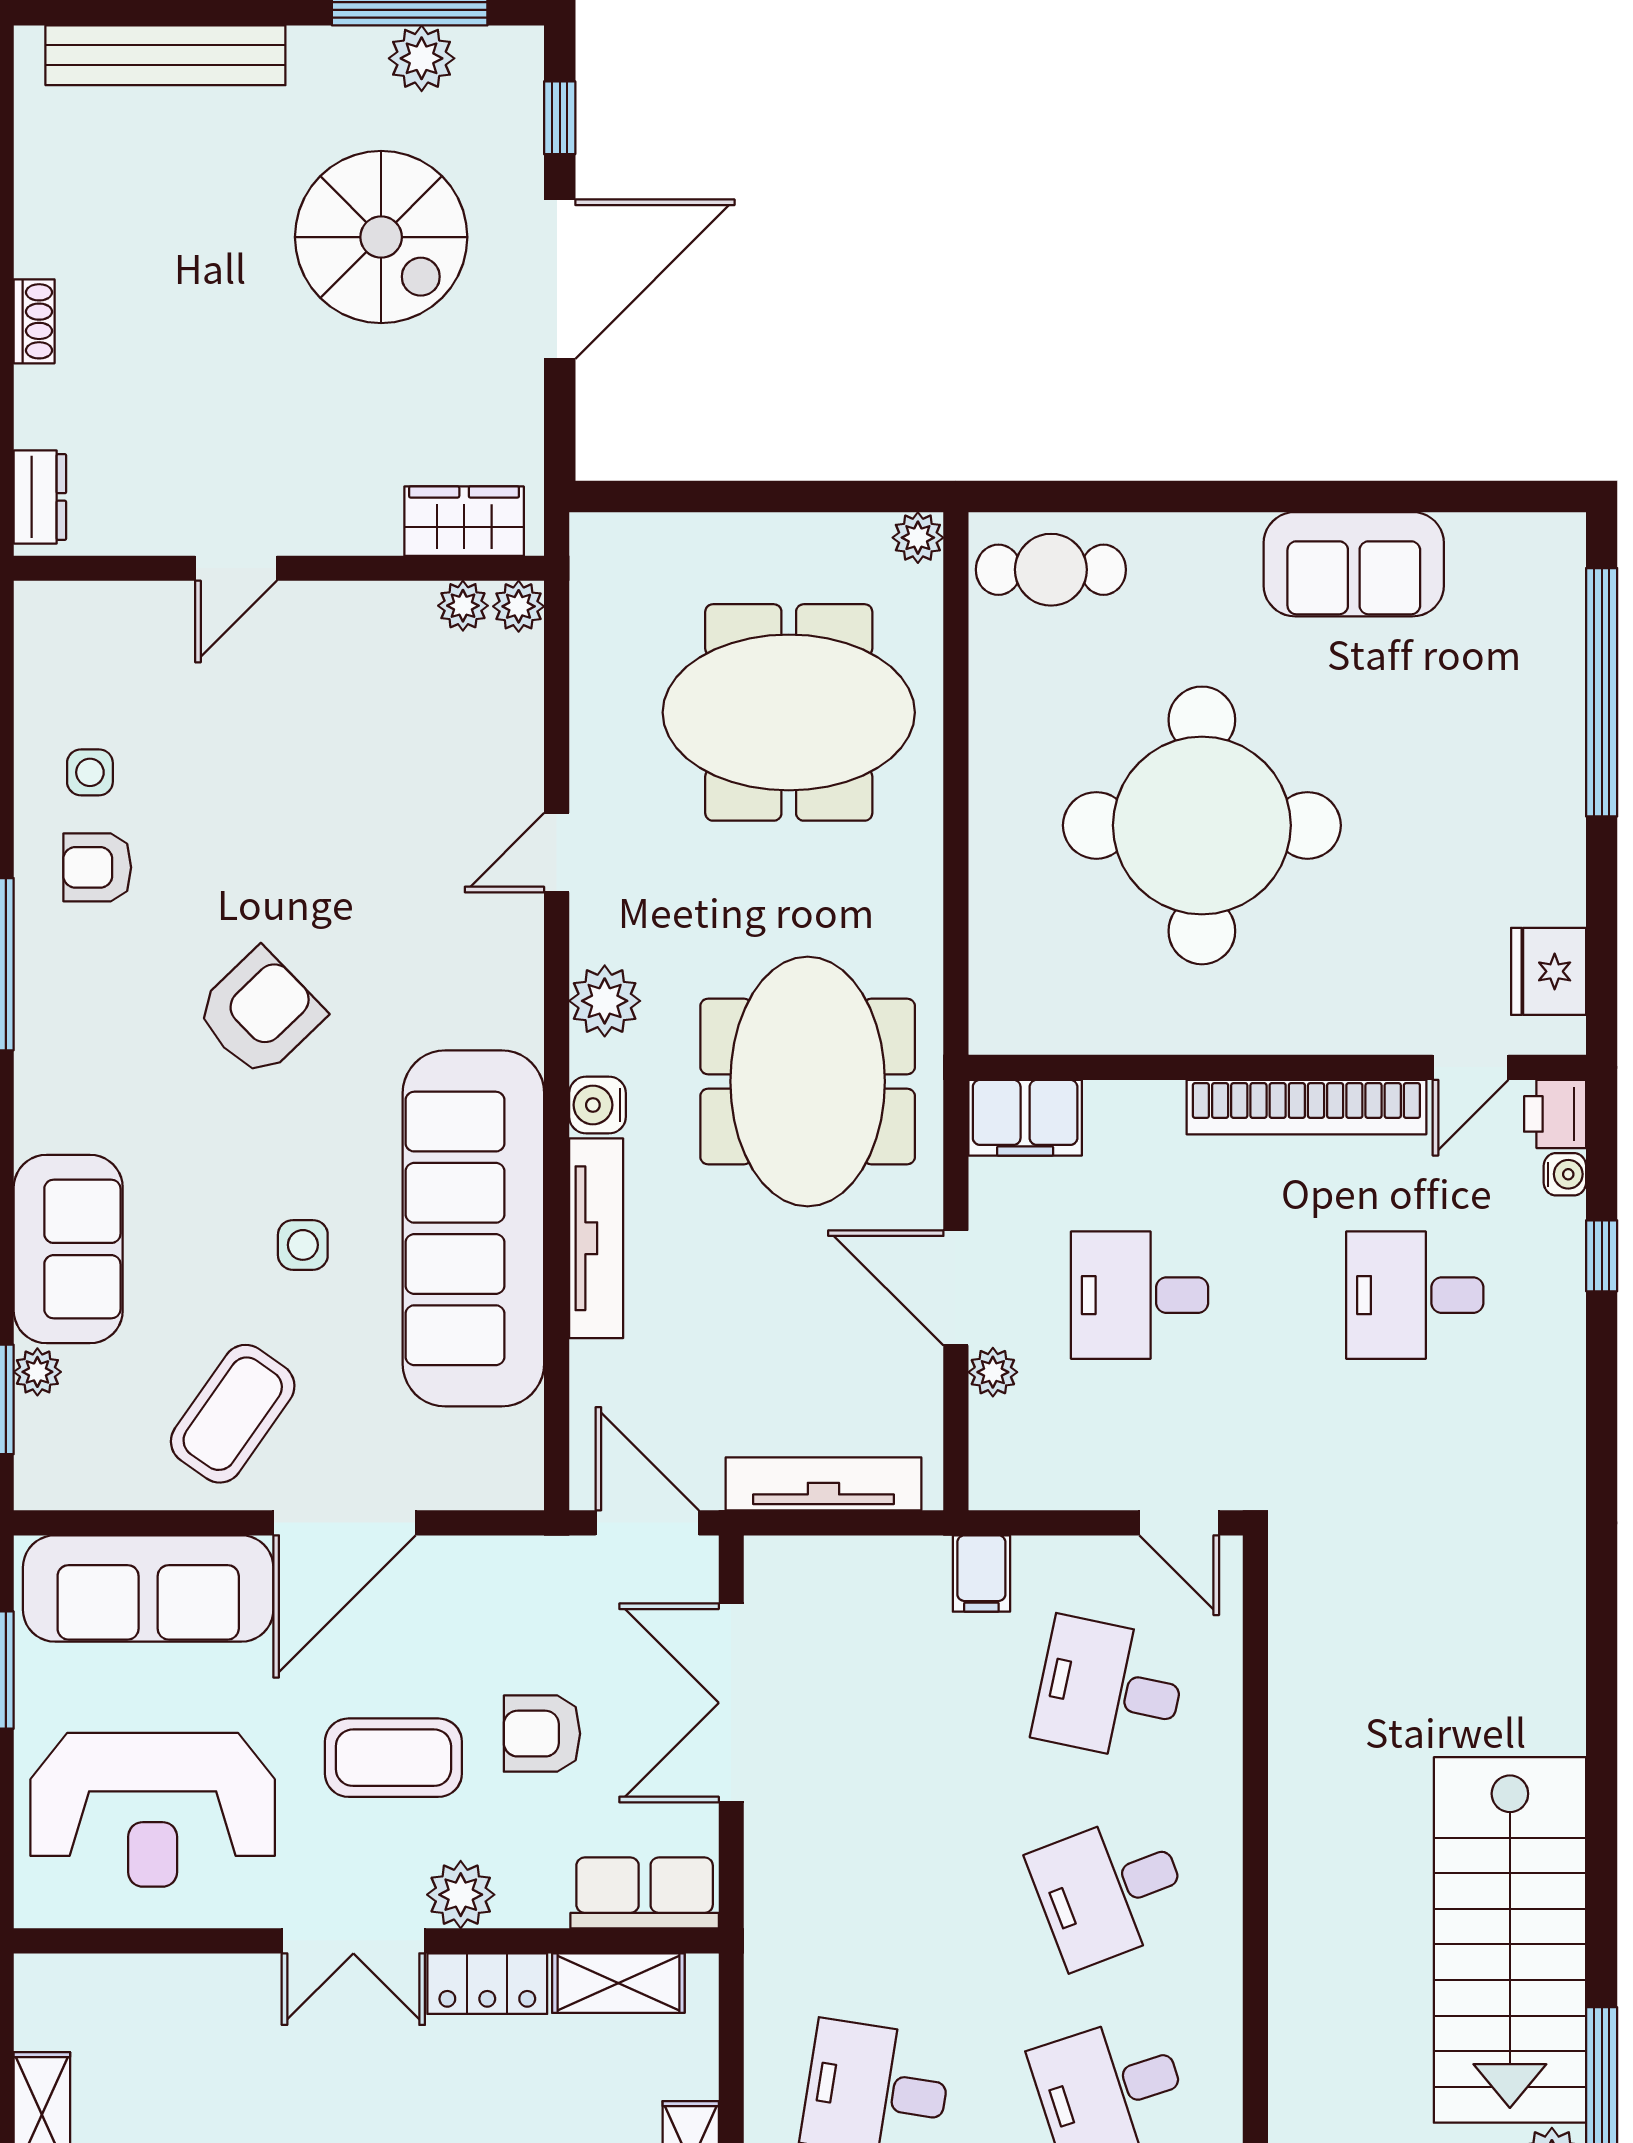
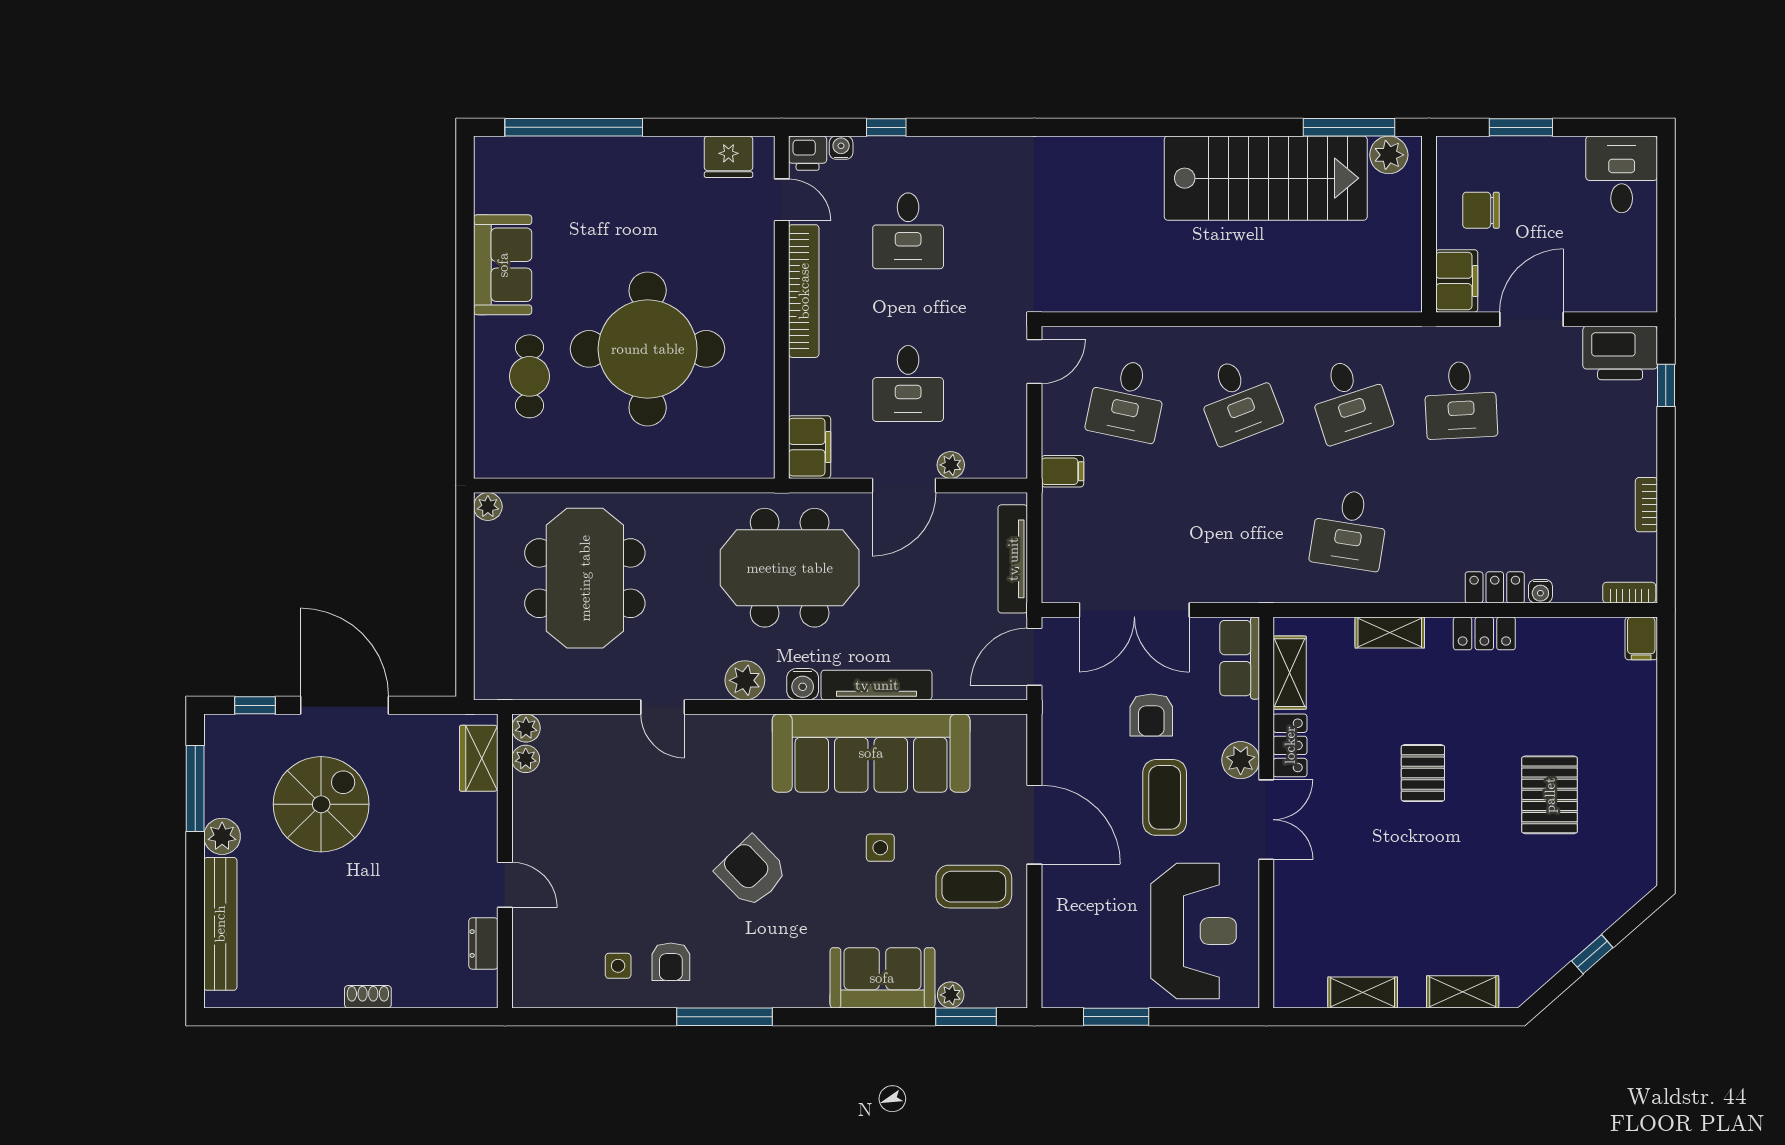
plant: (422, 58) -> (222, 836), moved
dresser: (40, 497) -> (483, 943), moved, turned -90
cafe table: (1051, 570) -> (529, 376), moved
coffee table: (233, 1414) -> (974, 887), turned -35
sofa: (148, 1589) -> (1071, 933), removed

